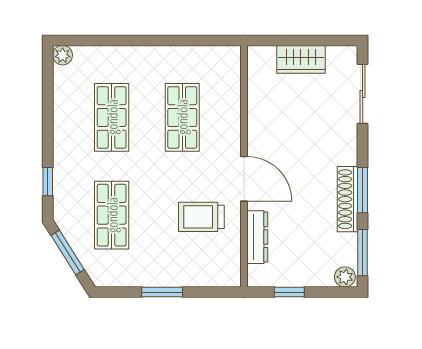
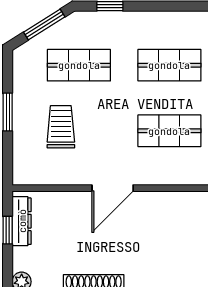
trolley: (201, 217) -> (61, 127), moved
dresser: (257, 237) -> (22, 221), moved, turned -90

